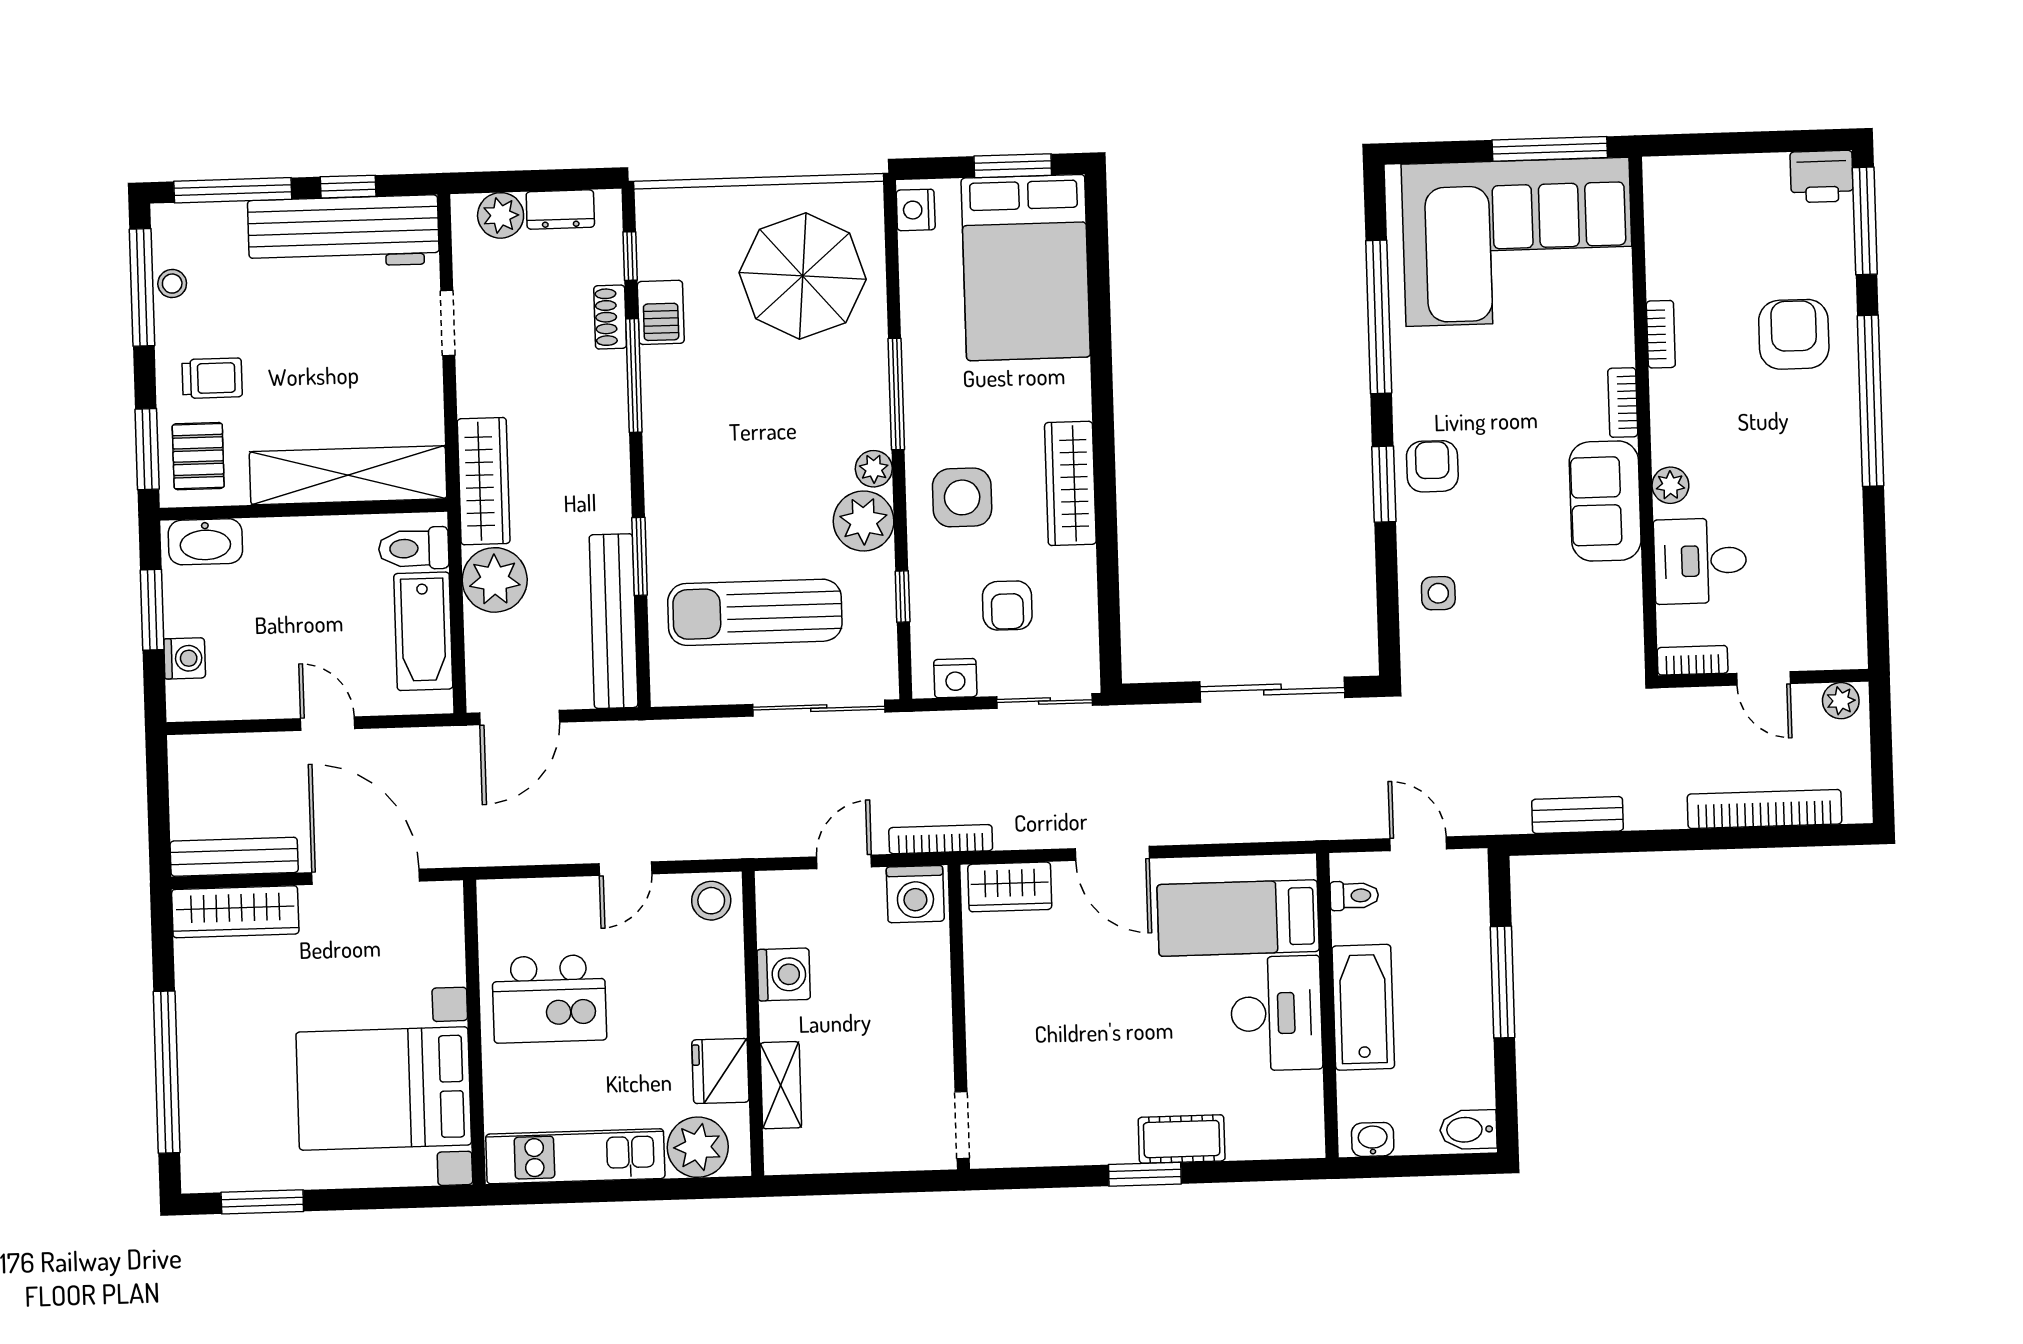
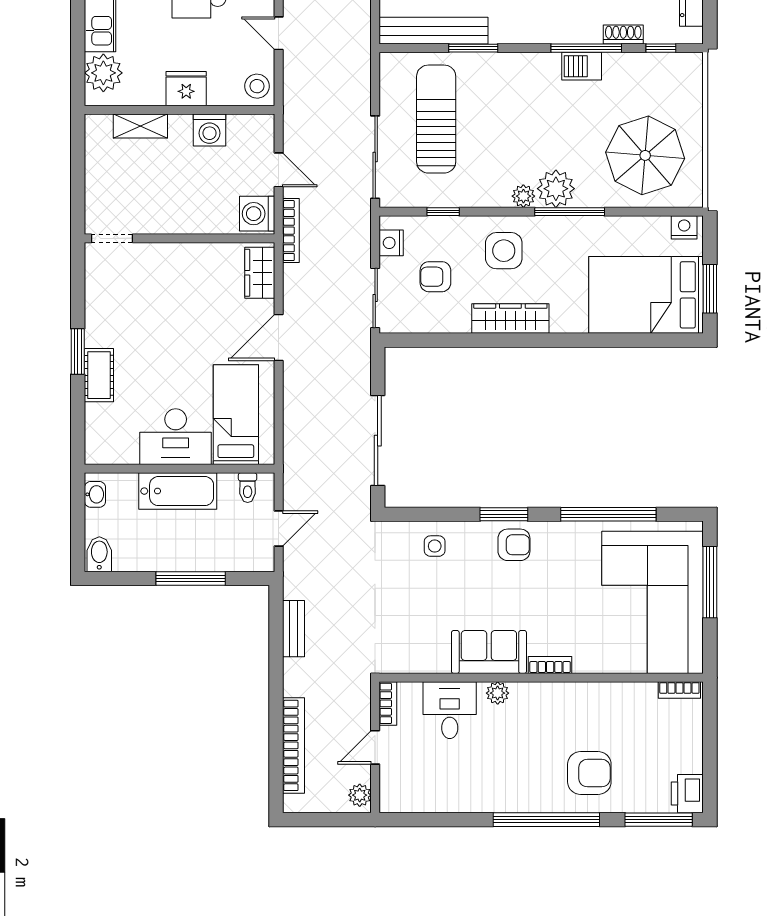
window: (1550, 149) -> (710, 582), moved
barbecue: (661, 312) -> (582, 66), moved
bookcase: (1661, 334) -> (679, 690), moved
plant: (864, 521) -> (556, 189), moved
fridge: (720, 1071) -> (186, 89), moved

